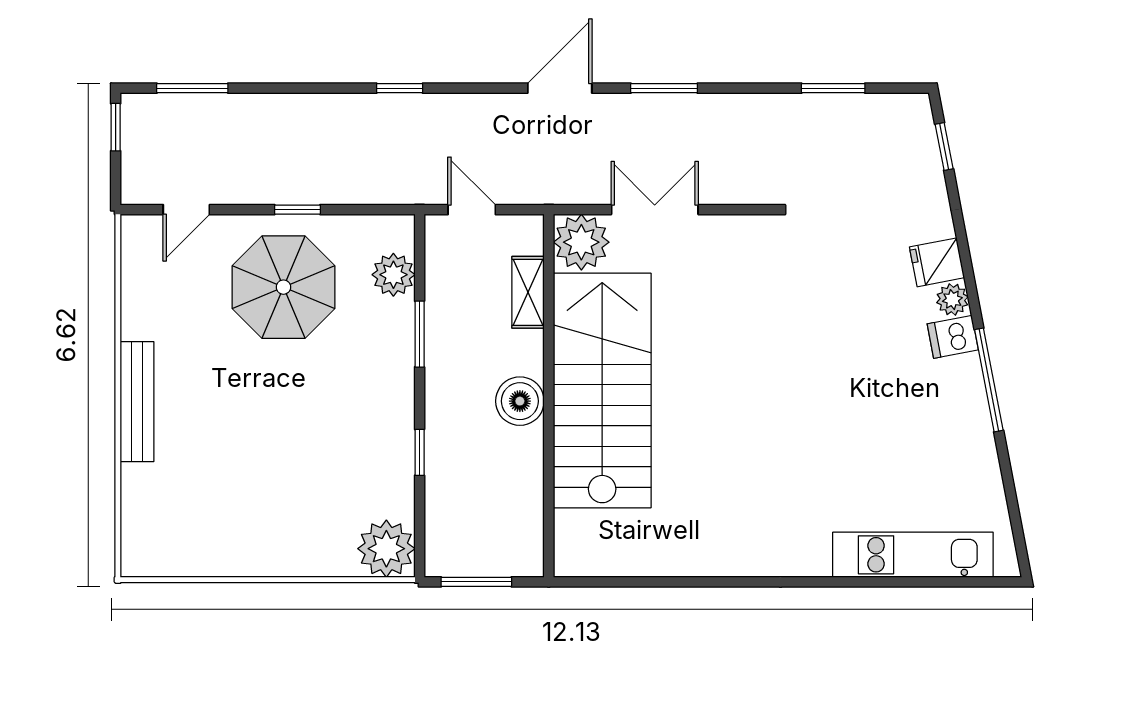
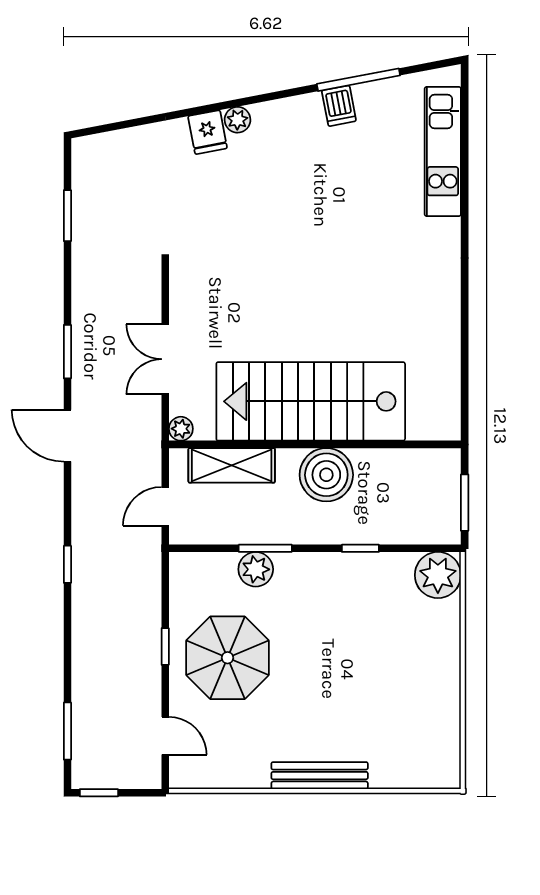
window: (944, 146) -> (114, 126), removed
plant: (581, 242) -> (181, 429), width x0.53, depth x0.53
plant: (393, 275) -> (256, 569), moved
shelving: (528, 292) -> (232, 465), width x1.50, depth x1.33
dishwasher: (953, 337) -> (339, 106), moved
window: (989, 380) -> (358, 80), moved
boiler: (520, 401) -> (326, 475), width x1.37, depth x1.37

